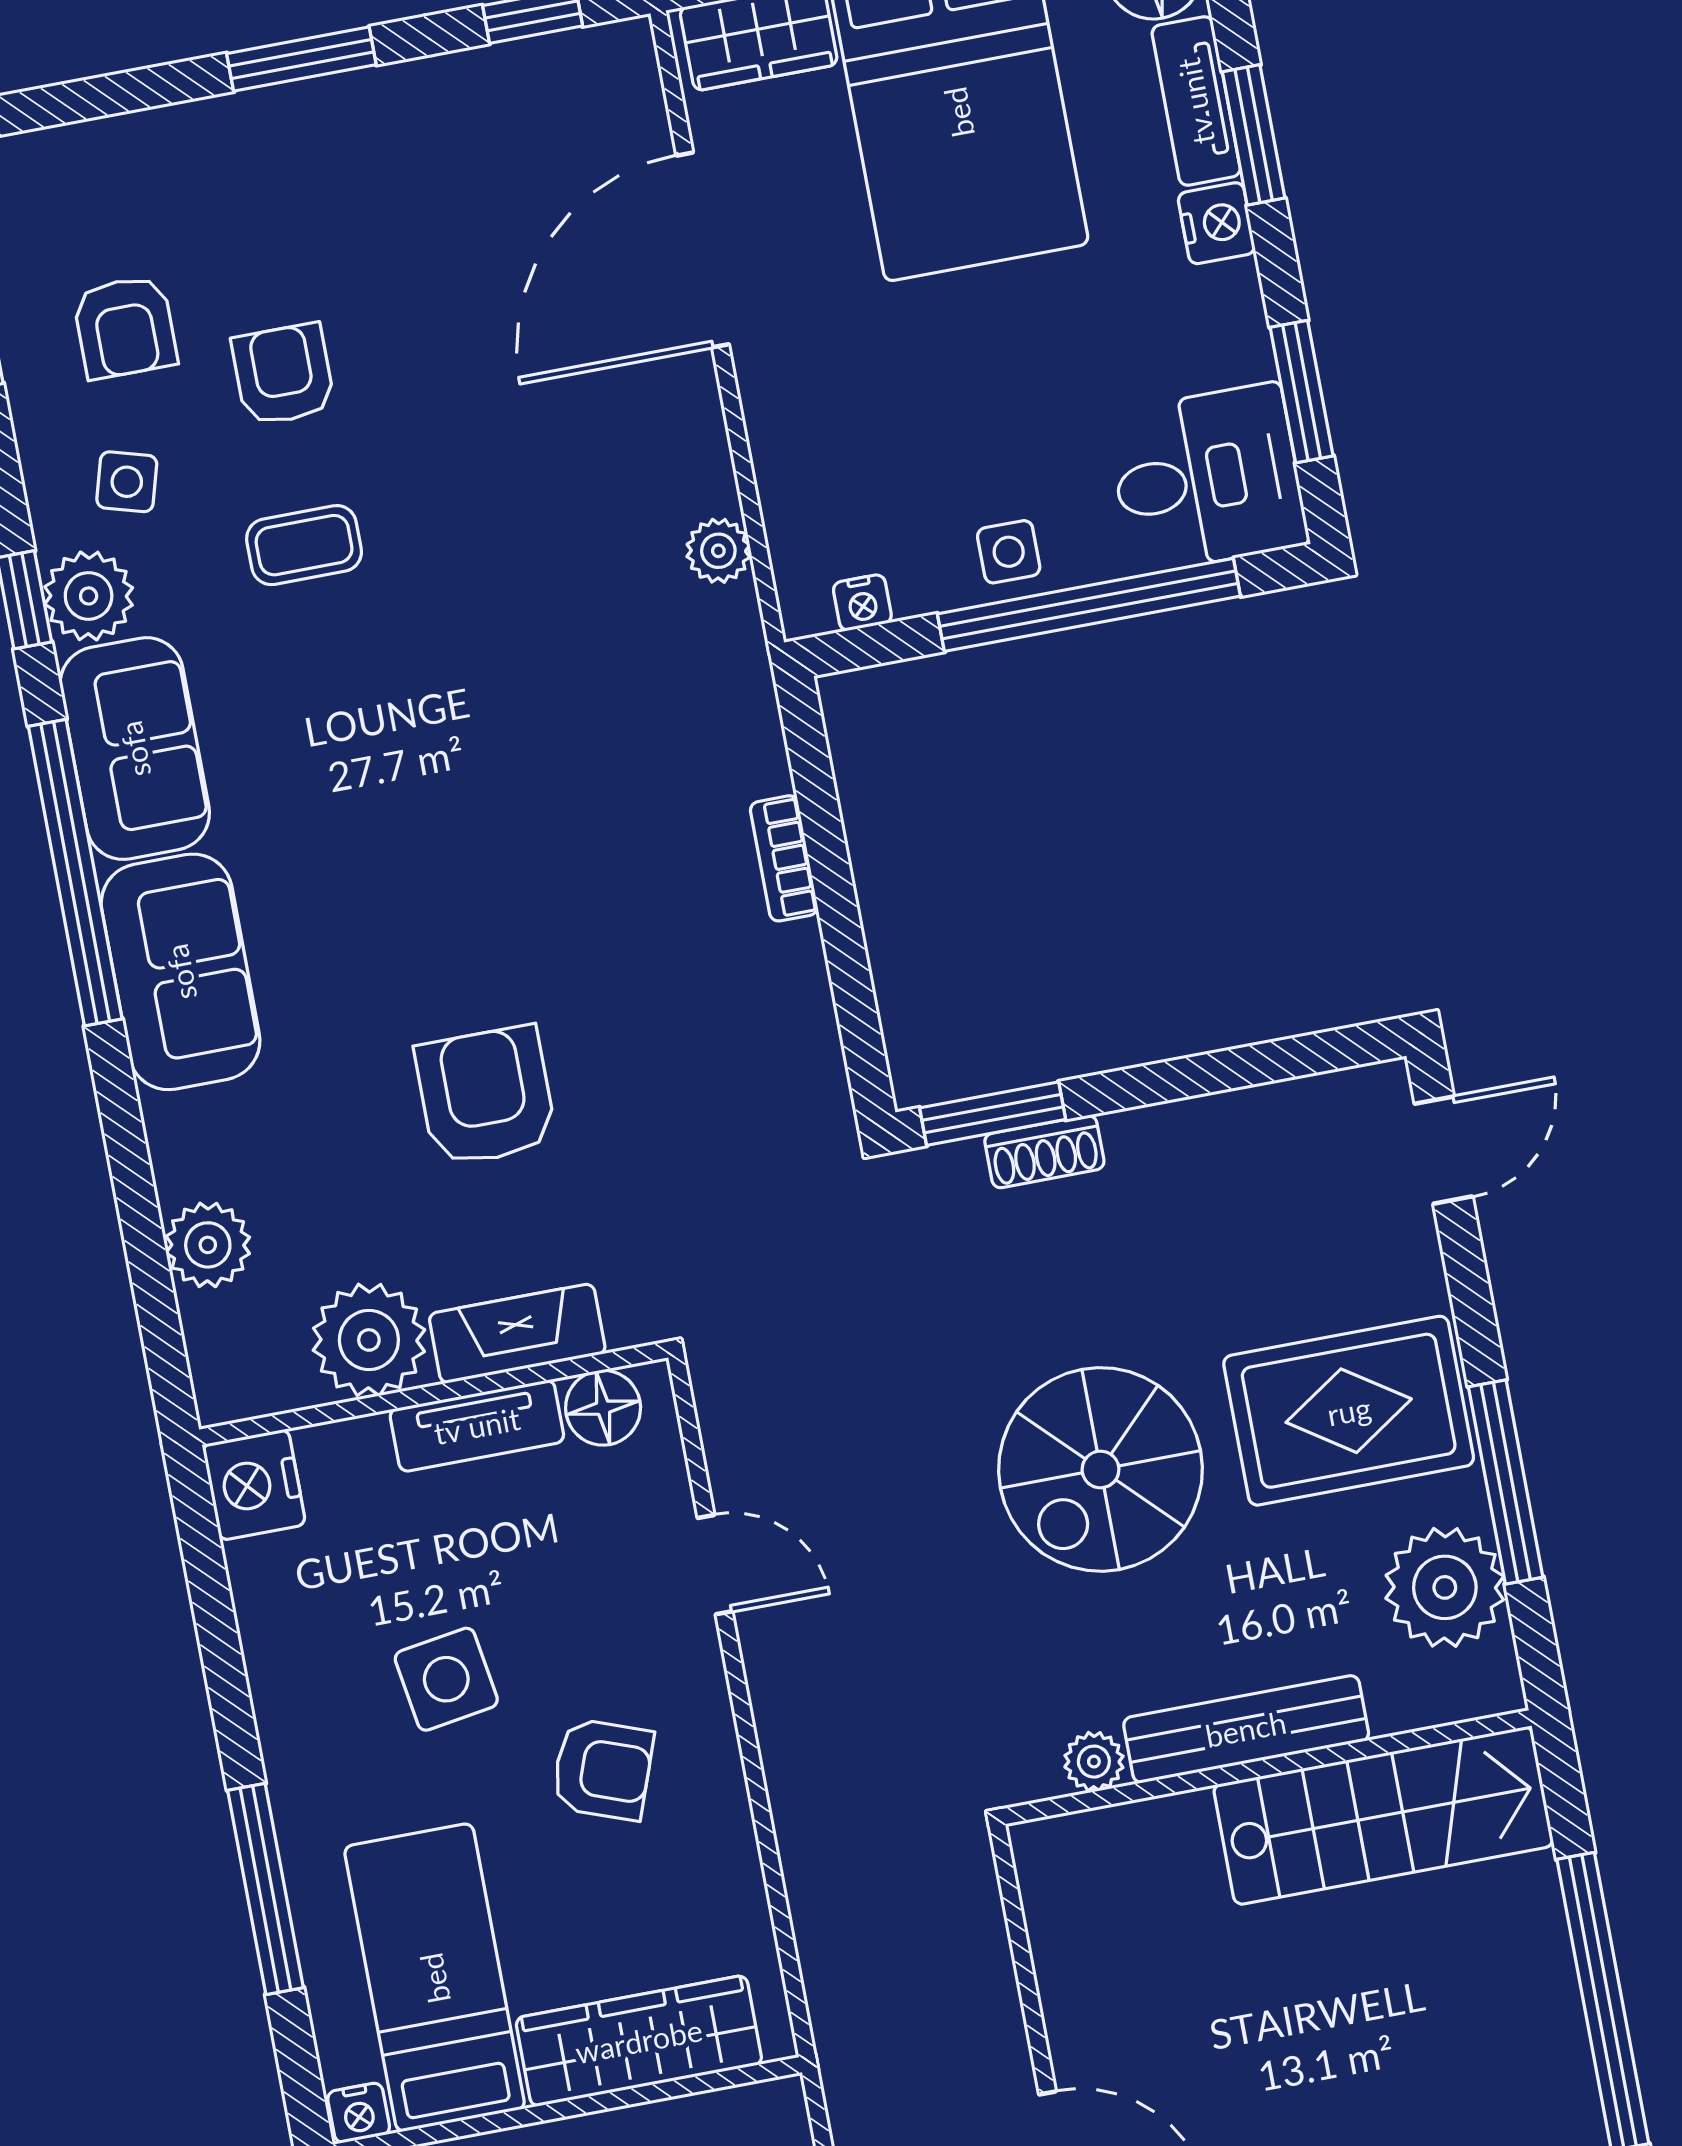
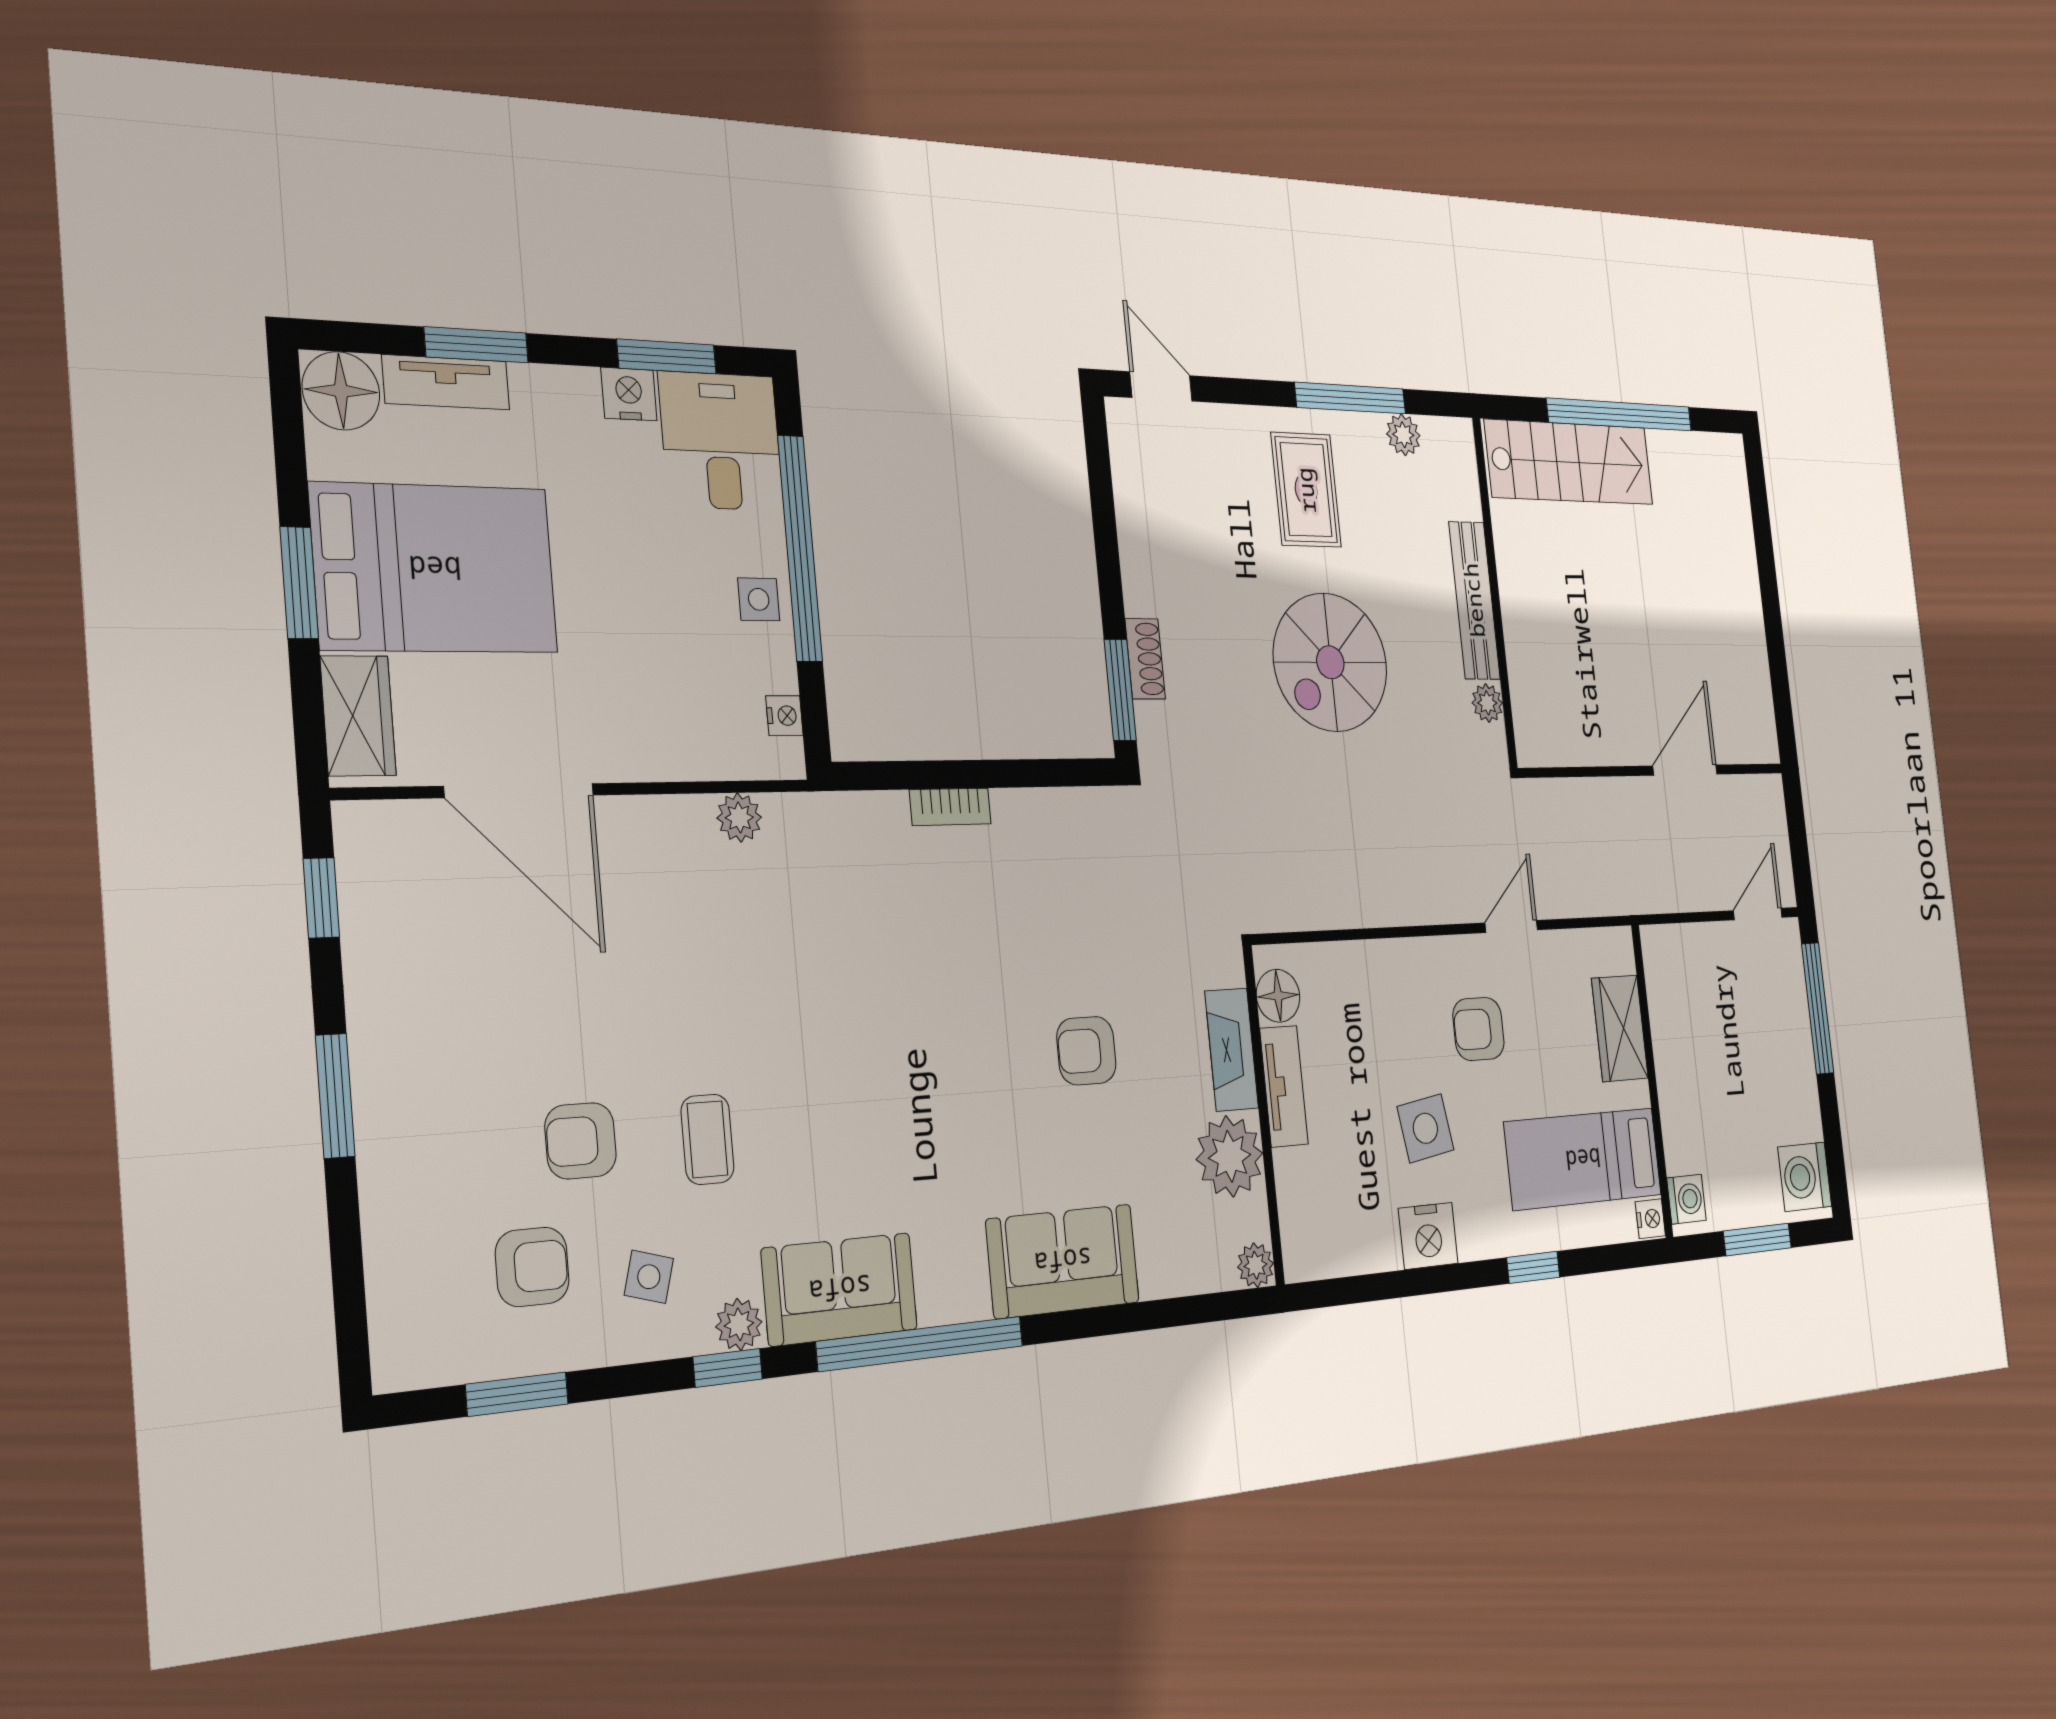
nightstand: (1217, 223) -> (629, 394), moved
plant: (89, 596) -> (739, 1324), width x0.73, depth x0.73
sofa: (181, 972) -> (1063, 1261), moved
armchair: (486, 1096) -> (1086, 1051), width x0.72, depth x0.72
plant: (208, 1245) -> (1256, 1265), moved, width x0.73, depth x0.73
rug: (1349, 1411) -> (1306, 490), width x0.73, depth x0.70
spiral stairs: (1101, 1469) -> (1330, 662), turned 90
nightstand: (254, 1485) -> (1428, 1236), moved
door: (715, 1565) -> (1511, 926), moved
plant: (1445, 1587) -> (1403, 435), width x0.53, depth x0.53
armchair: (603, 1769) -> (1479, 1029), turned -110
stairs: (1383, 1816) -> (1569, 462), moved, turned 90
window: (265, 1889) -> (1533, 1267), width x0.46
wardrobe: (639, 2041) -> (1620, 1028), width x0.67

